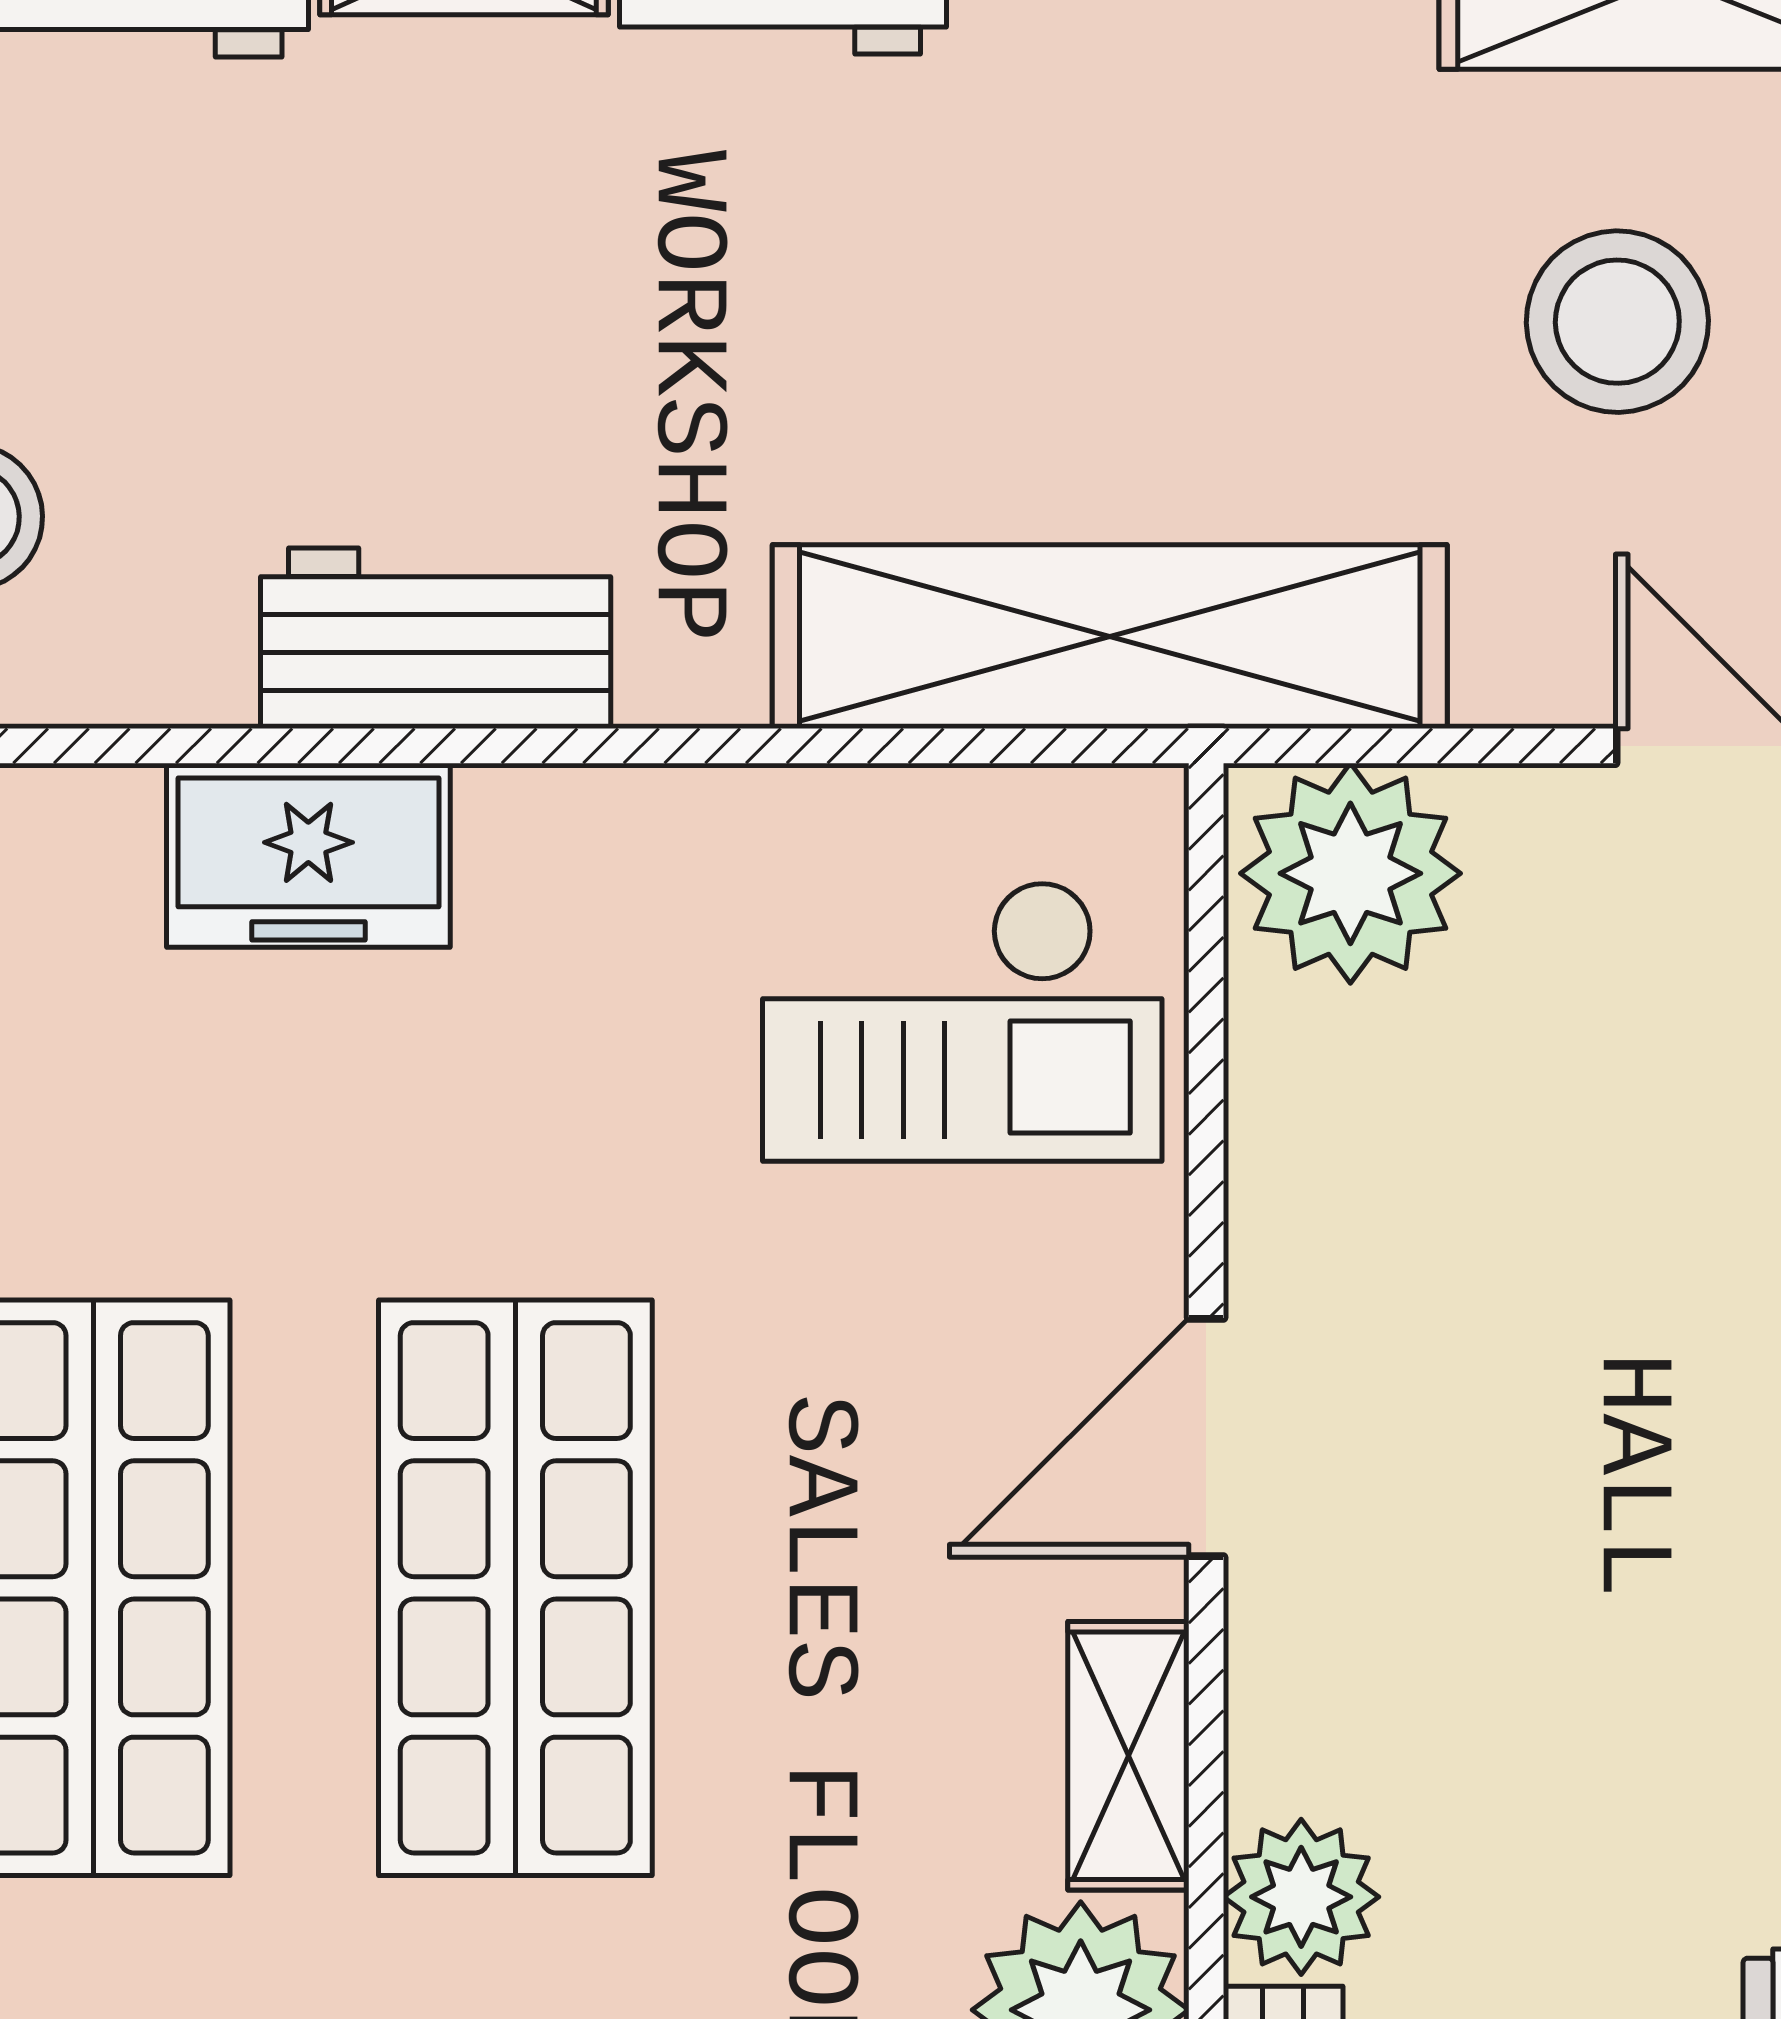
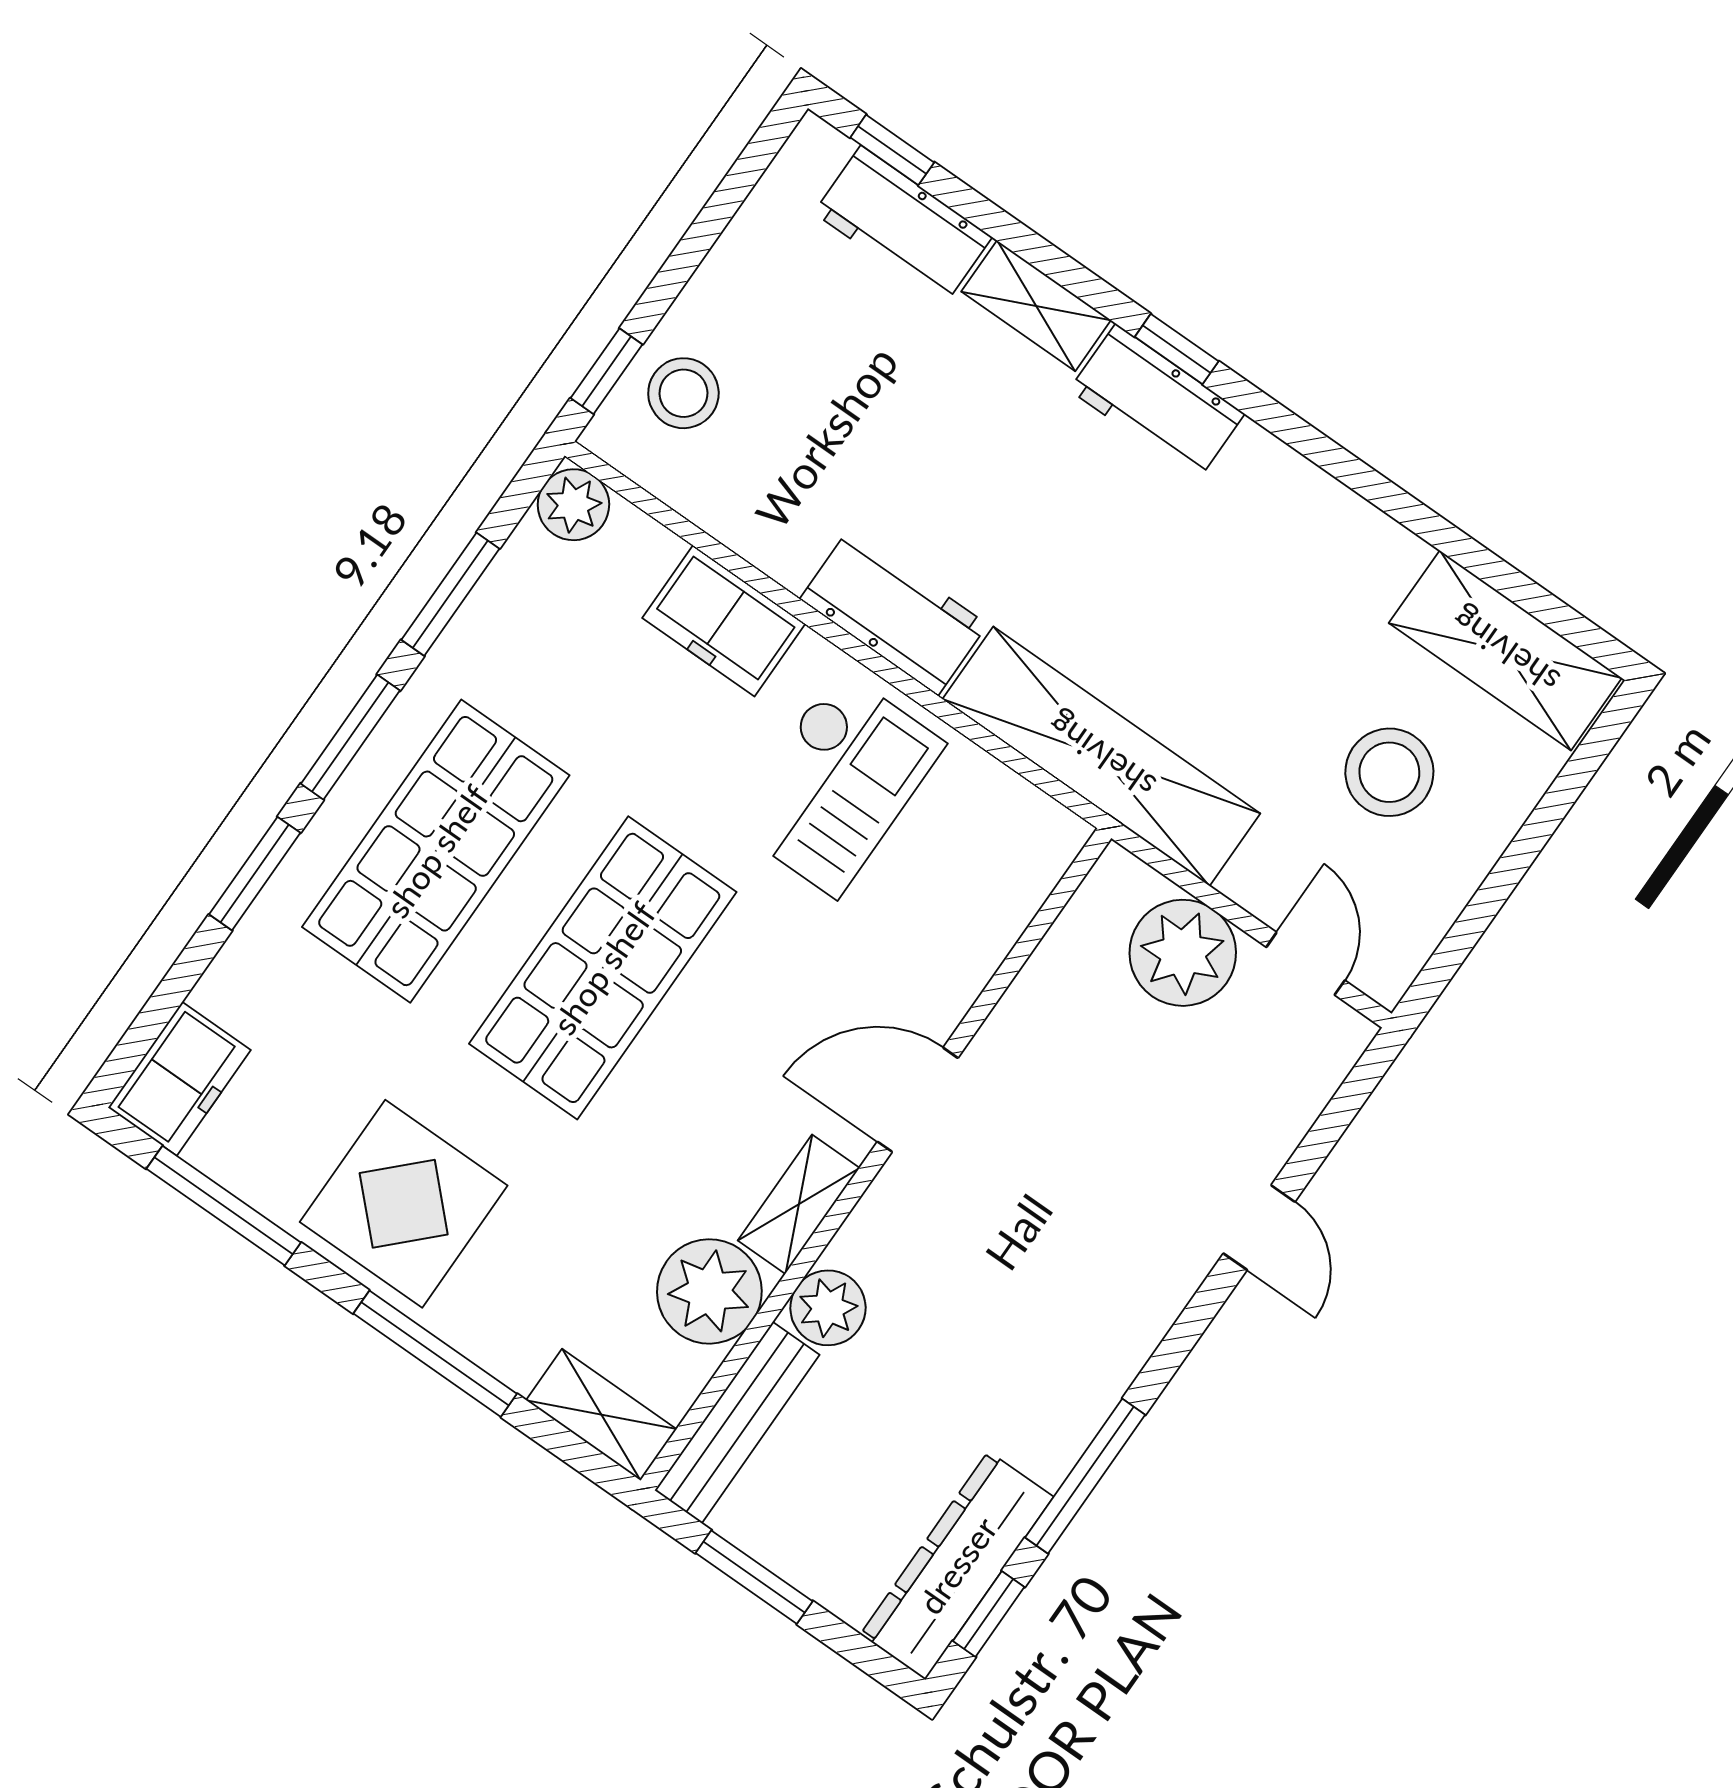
workbench: (436, 638) -> (894, 612), moved
plant: (1350, 873) -> (1183, 953), moved
checkout: (962, 1021) -> (837, 783), moved, turned -90

